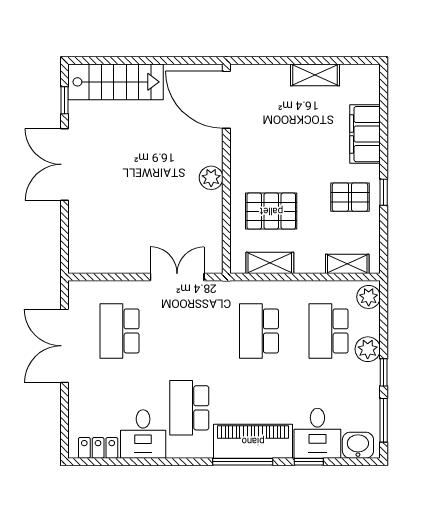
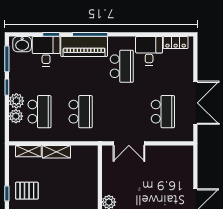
pallet: (271, 211) -> (73, 182), removed
shelving: (270, 263) -> (56, 152), moved
plant: (369, 297) -> (16, 116), moved

